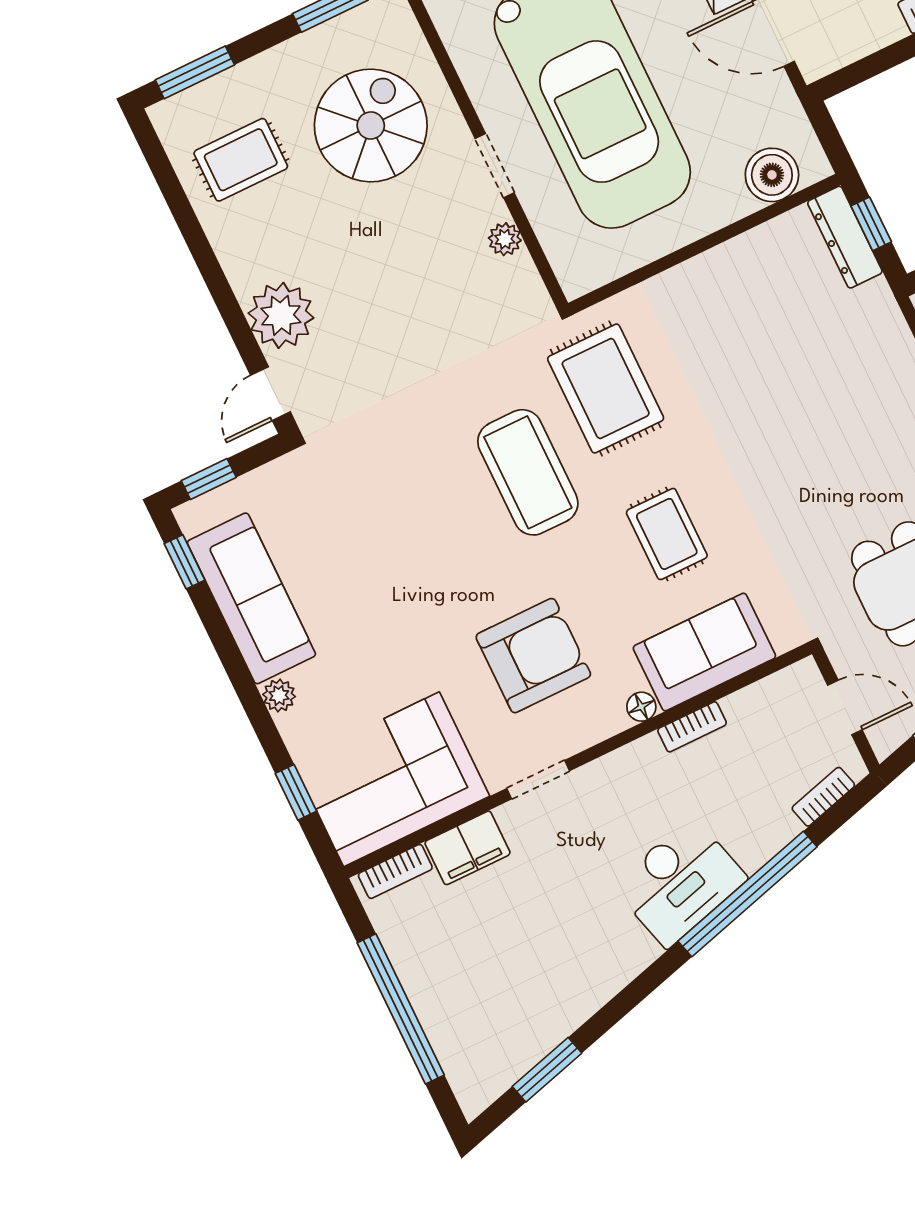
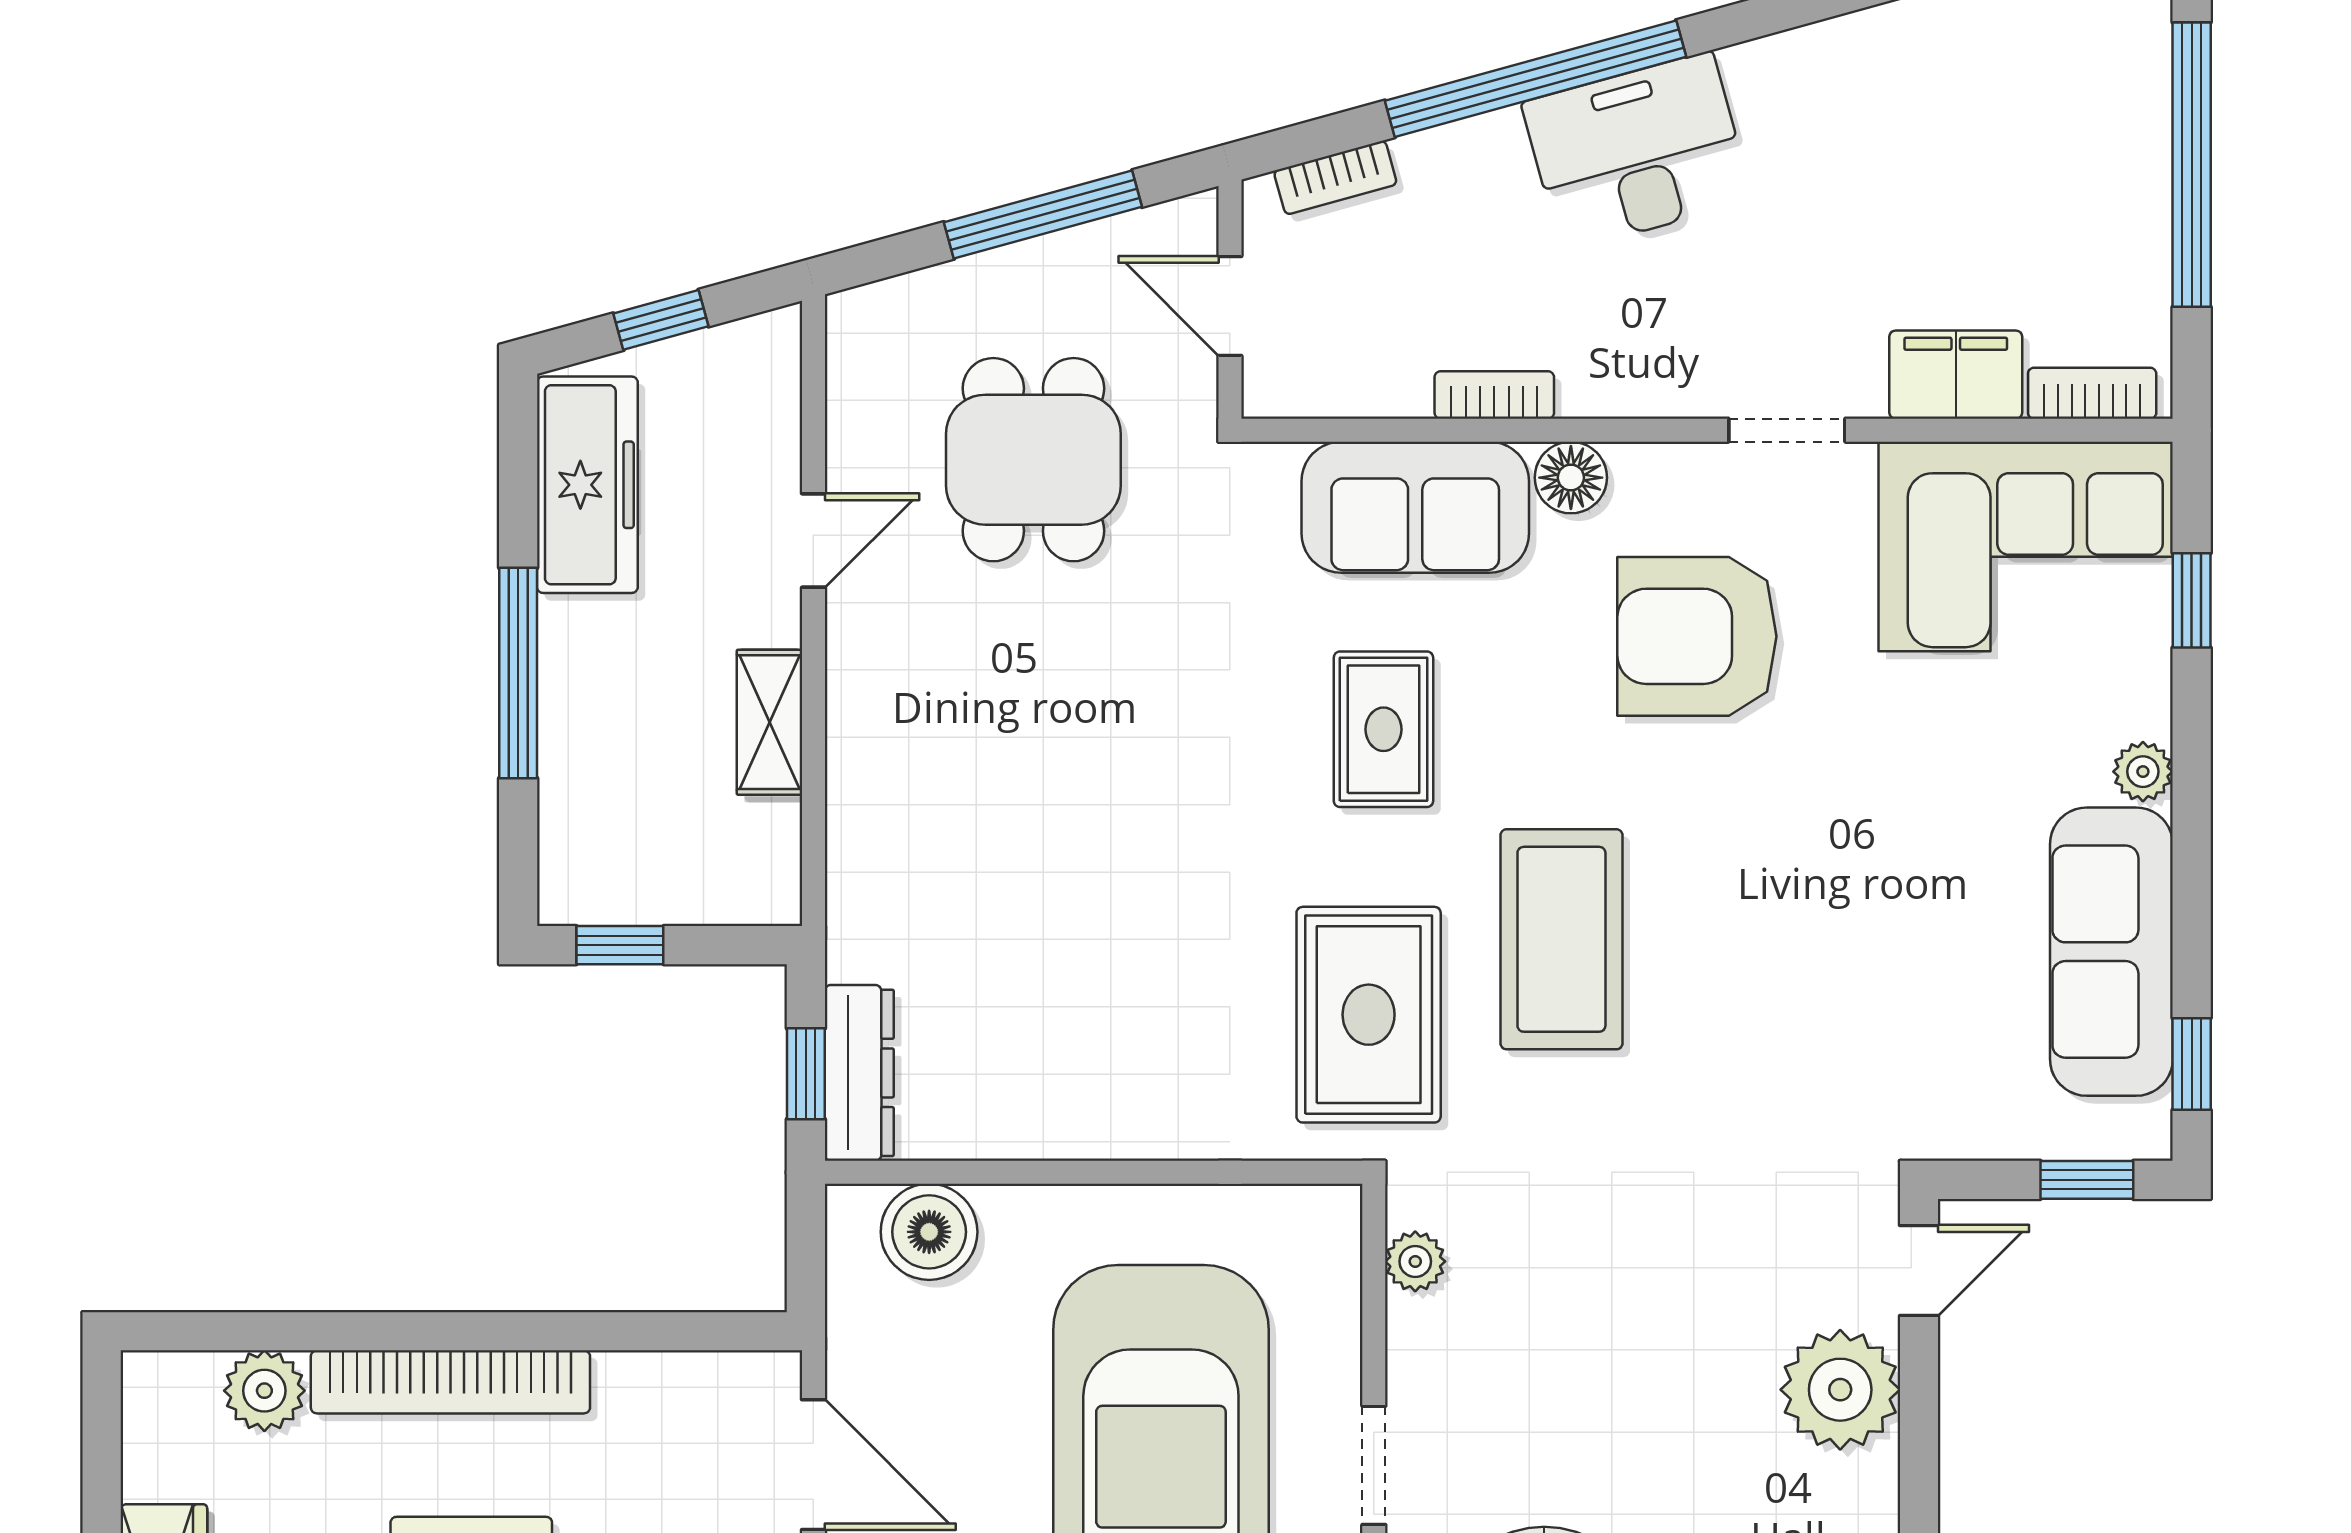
plant: (505, 239) -> (1415, 1261), moved
floor lamp: (641, 707) -> (1571, 478), width x1.37, depth x1.37

